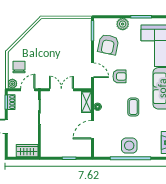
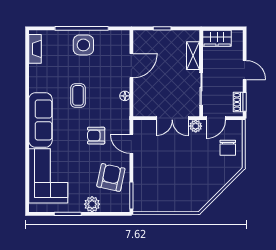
plant: (12, 84) -> (196, 126), moved
shelving: (86, 102) -> (193, 56), moved

